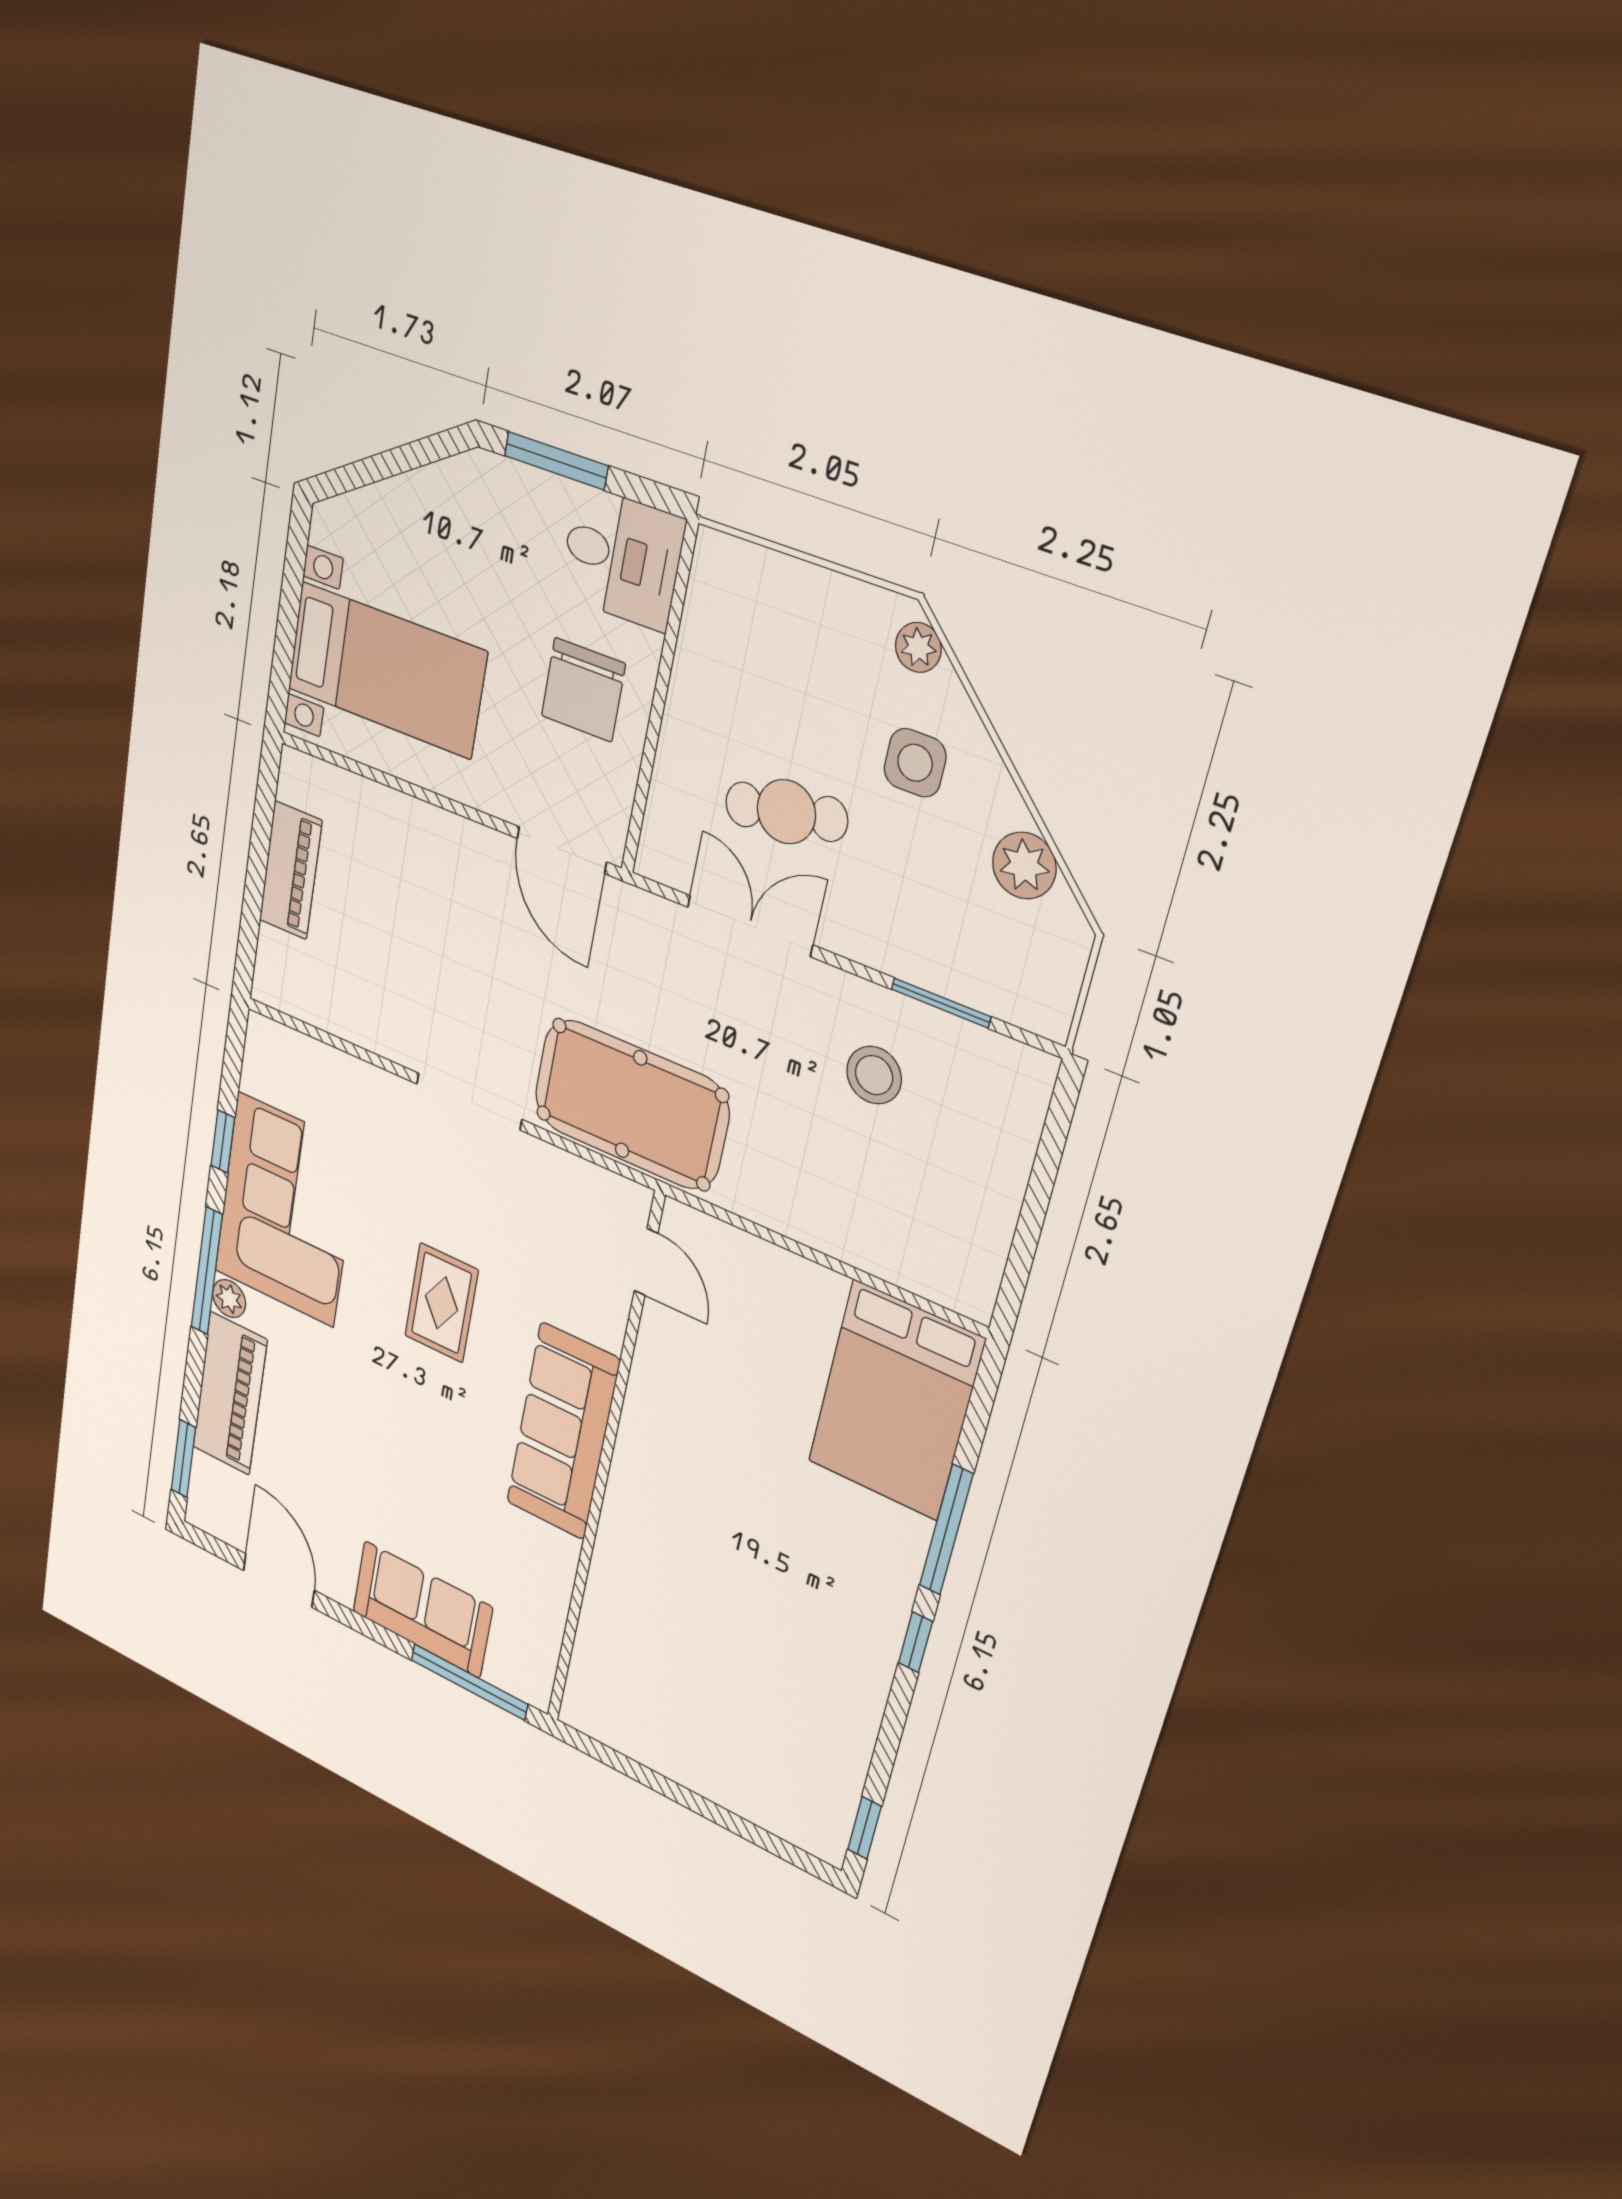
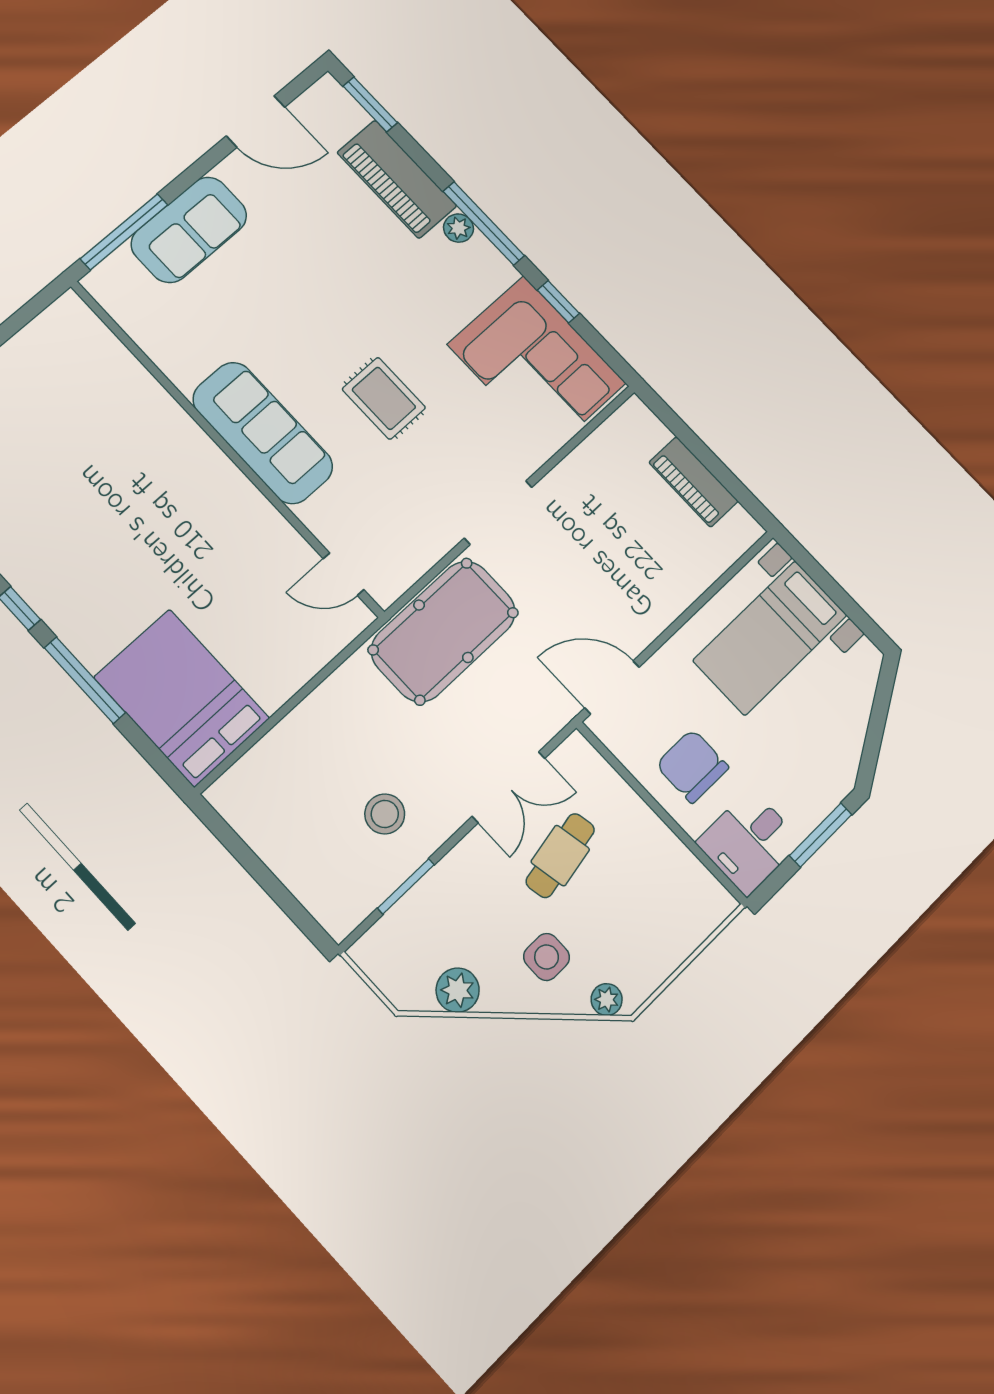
corner sofa: (286, 1210) -> (537, 364), moved

